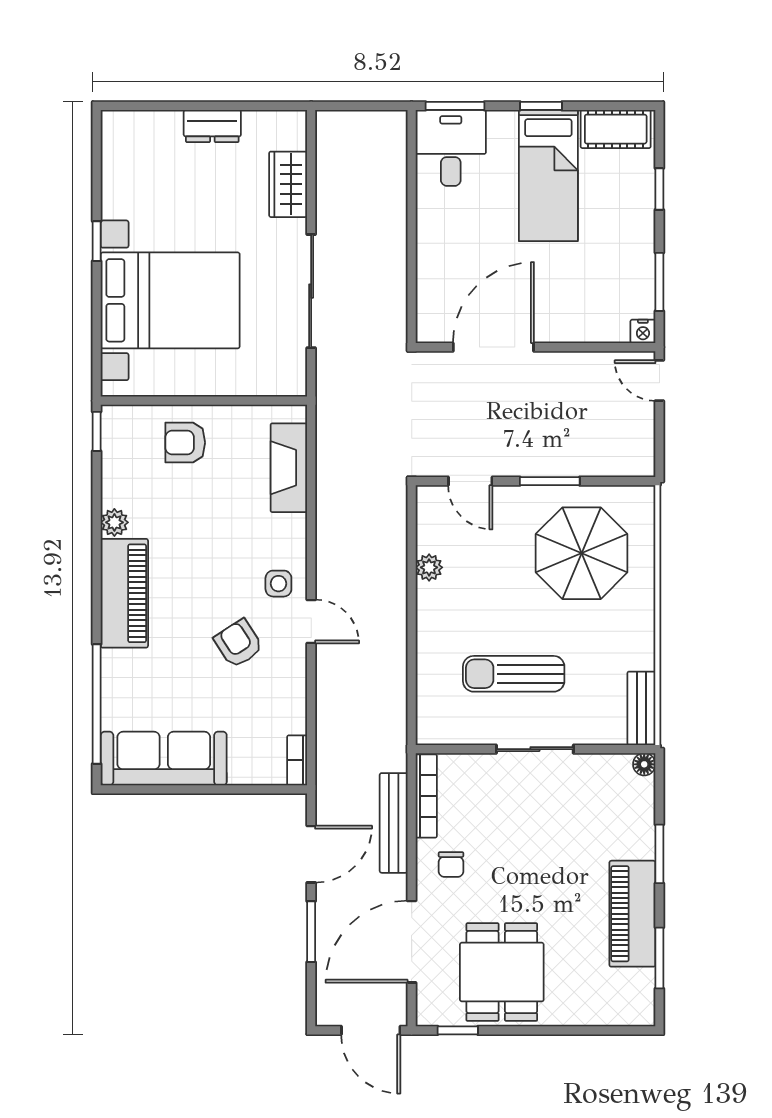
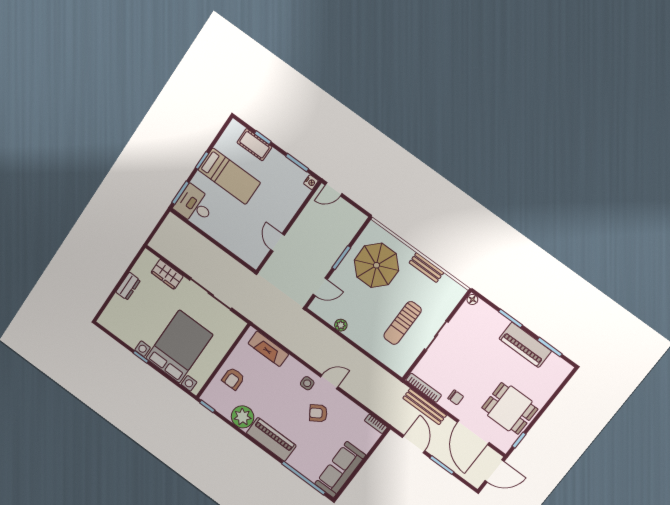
cot: (616, 129) -> (254, 145), moved, turned 90
door: (493, 347) -> (277, 243), width x0.53
plant: (114, 522) -> (243, 417), width x1.88, depth x1.88
bench: (641, 708) -> (426, 268), moved

